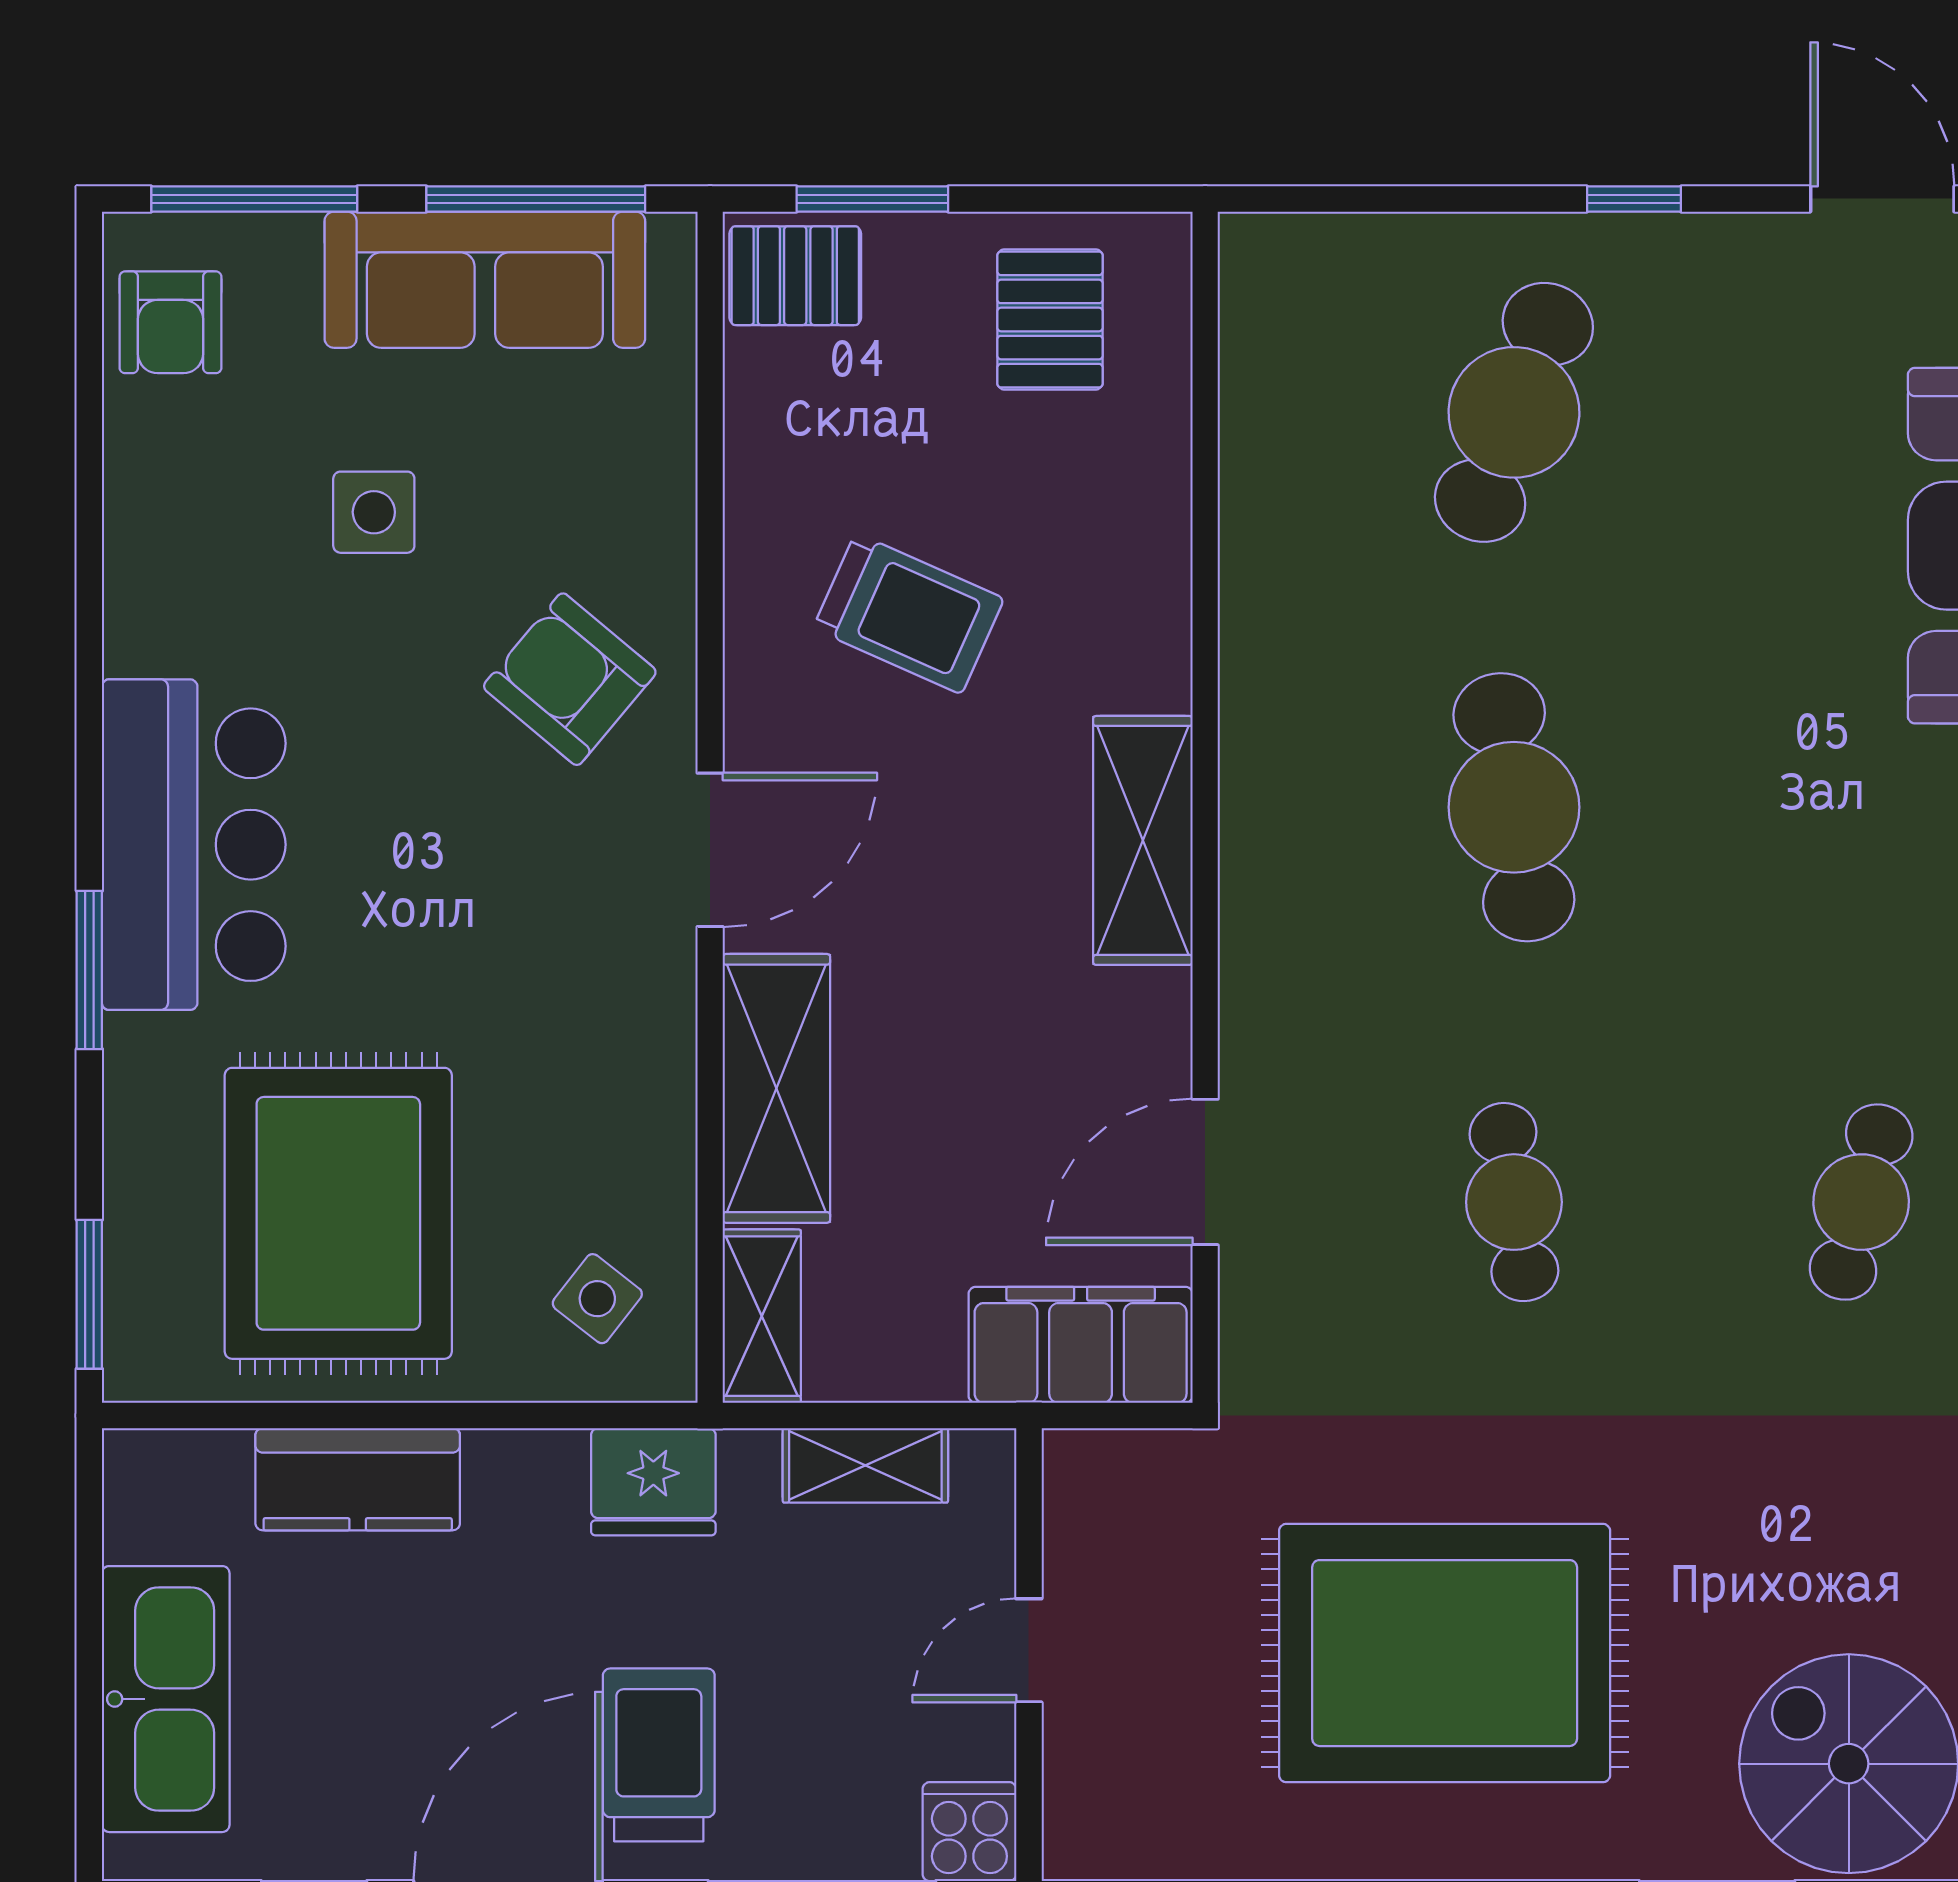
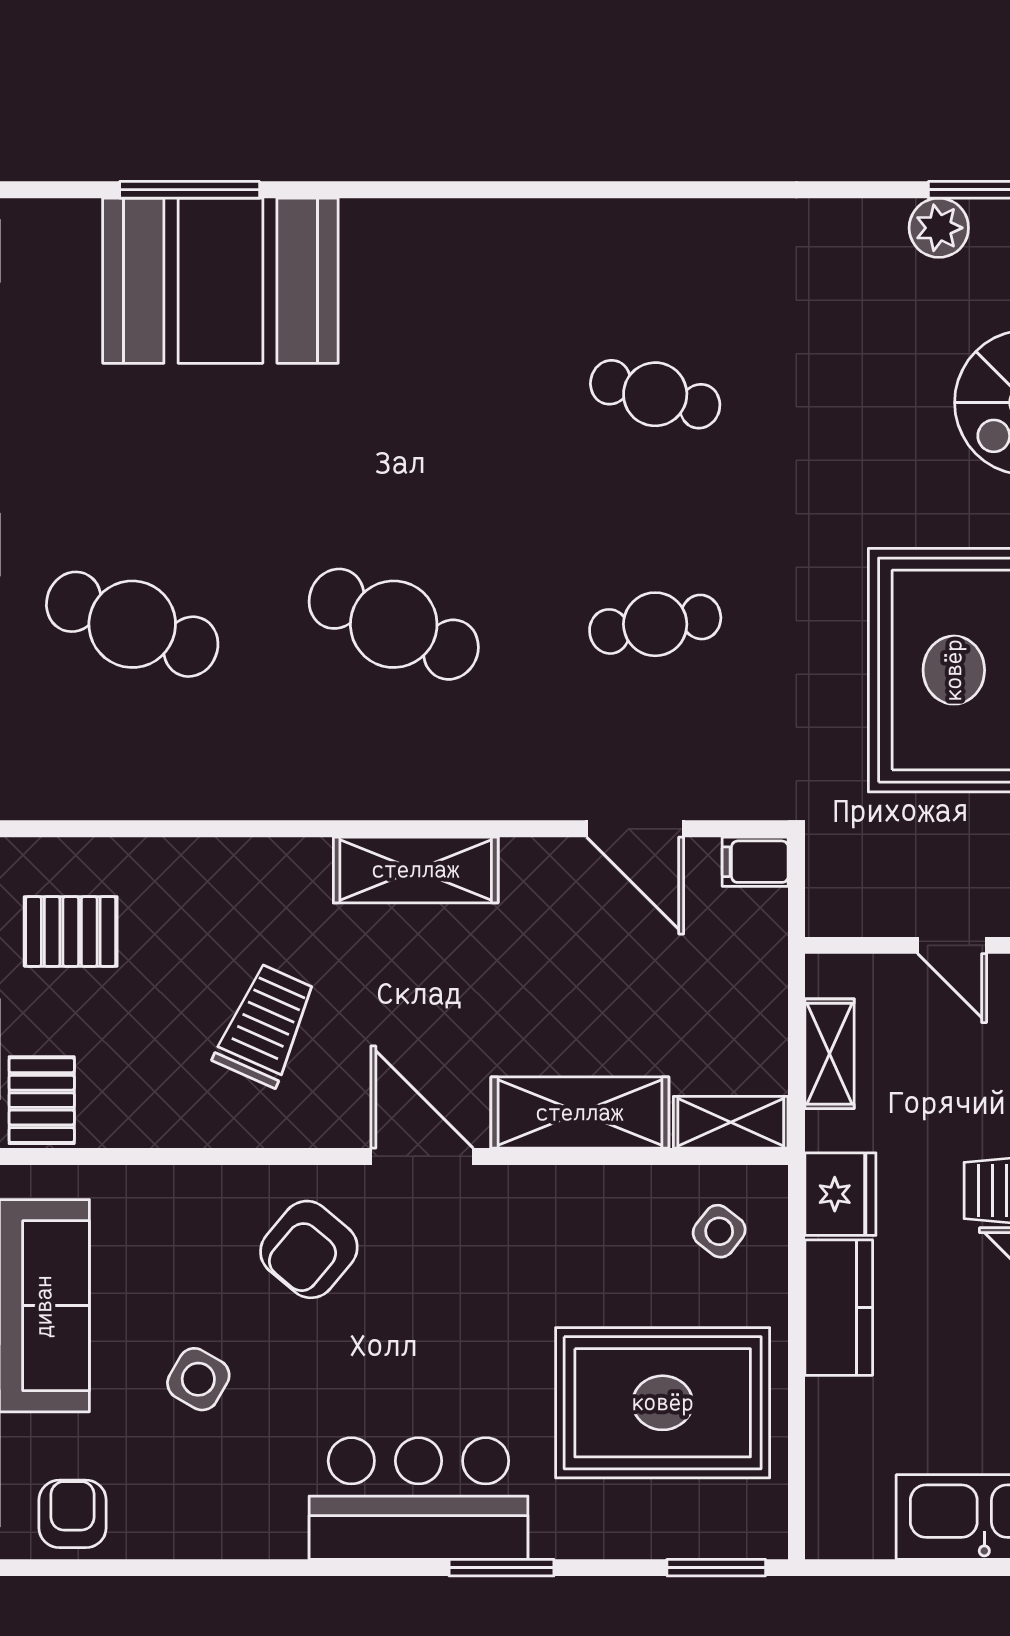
armchair: (170, 322) -> (73, 1514), turned -90
side table: (374, 512) -> (198, 1379), turned 30
cafe table: (1514, 807) -> (394, 624), turned 33
filing cabinet: (1081, 1345) -> (755, 862), width x0.33, depth x0.86
kitchen counter: (358, 1479) -> (839, 1308), moved

